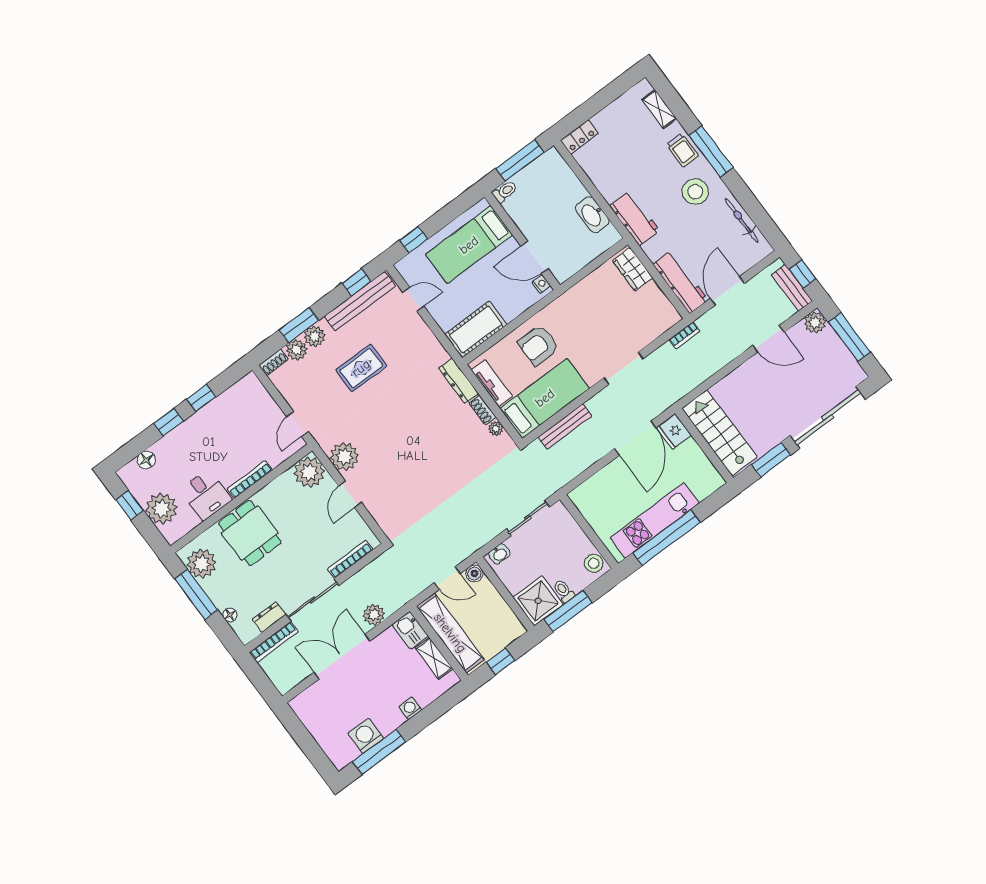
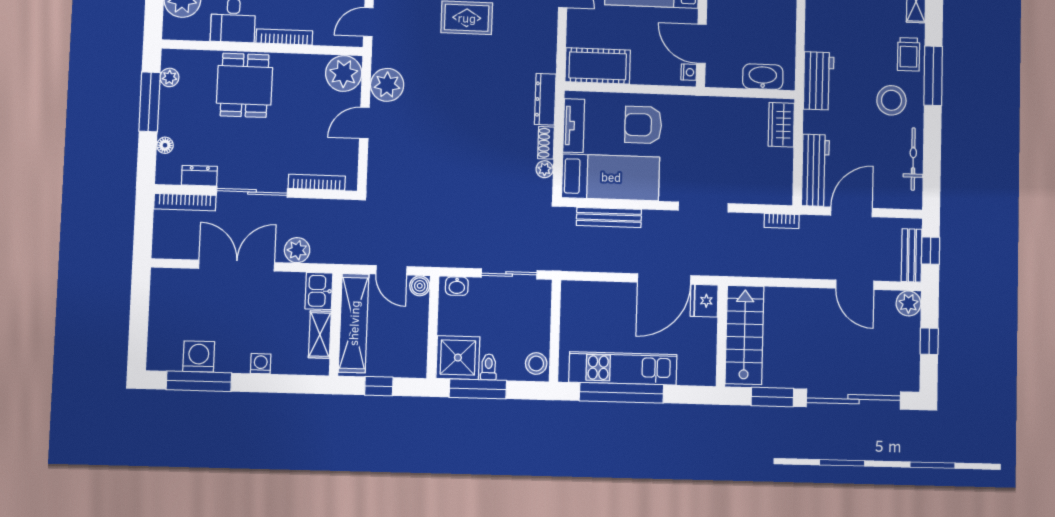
washbasin: (592, 215) -> (763, 77), moved, turned 90
window: (849, 337) -> (929, 341), width x0.46
plant: (201, 564) -> (170, 77), width x0.53, depth x0.53

